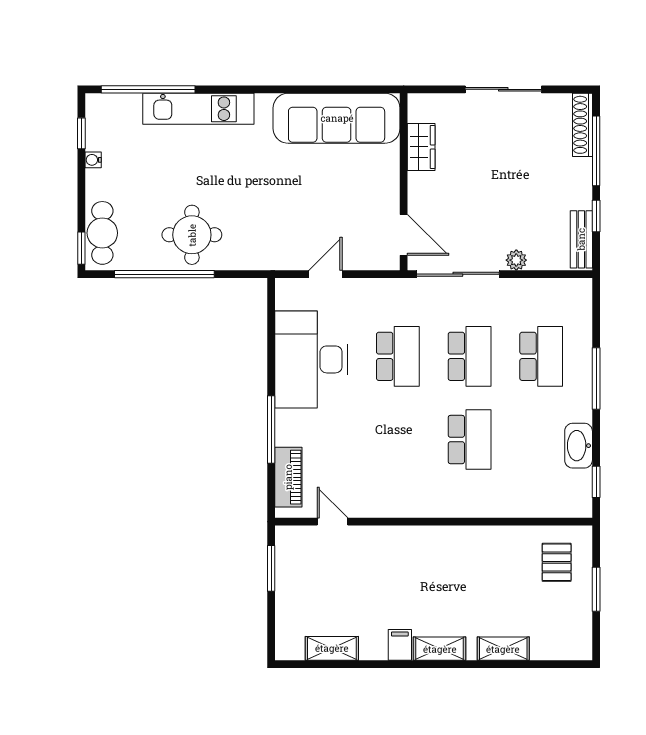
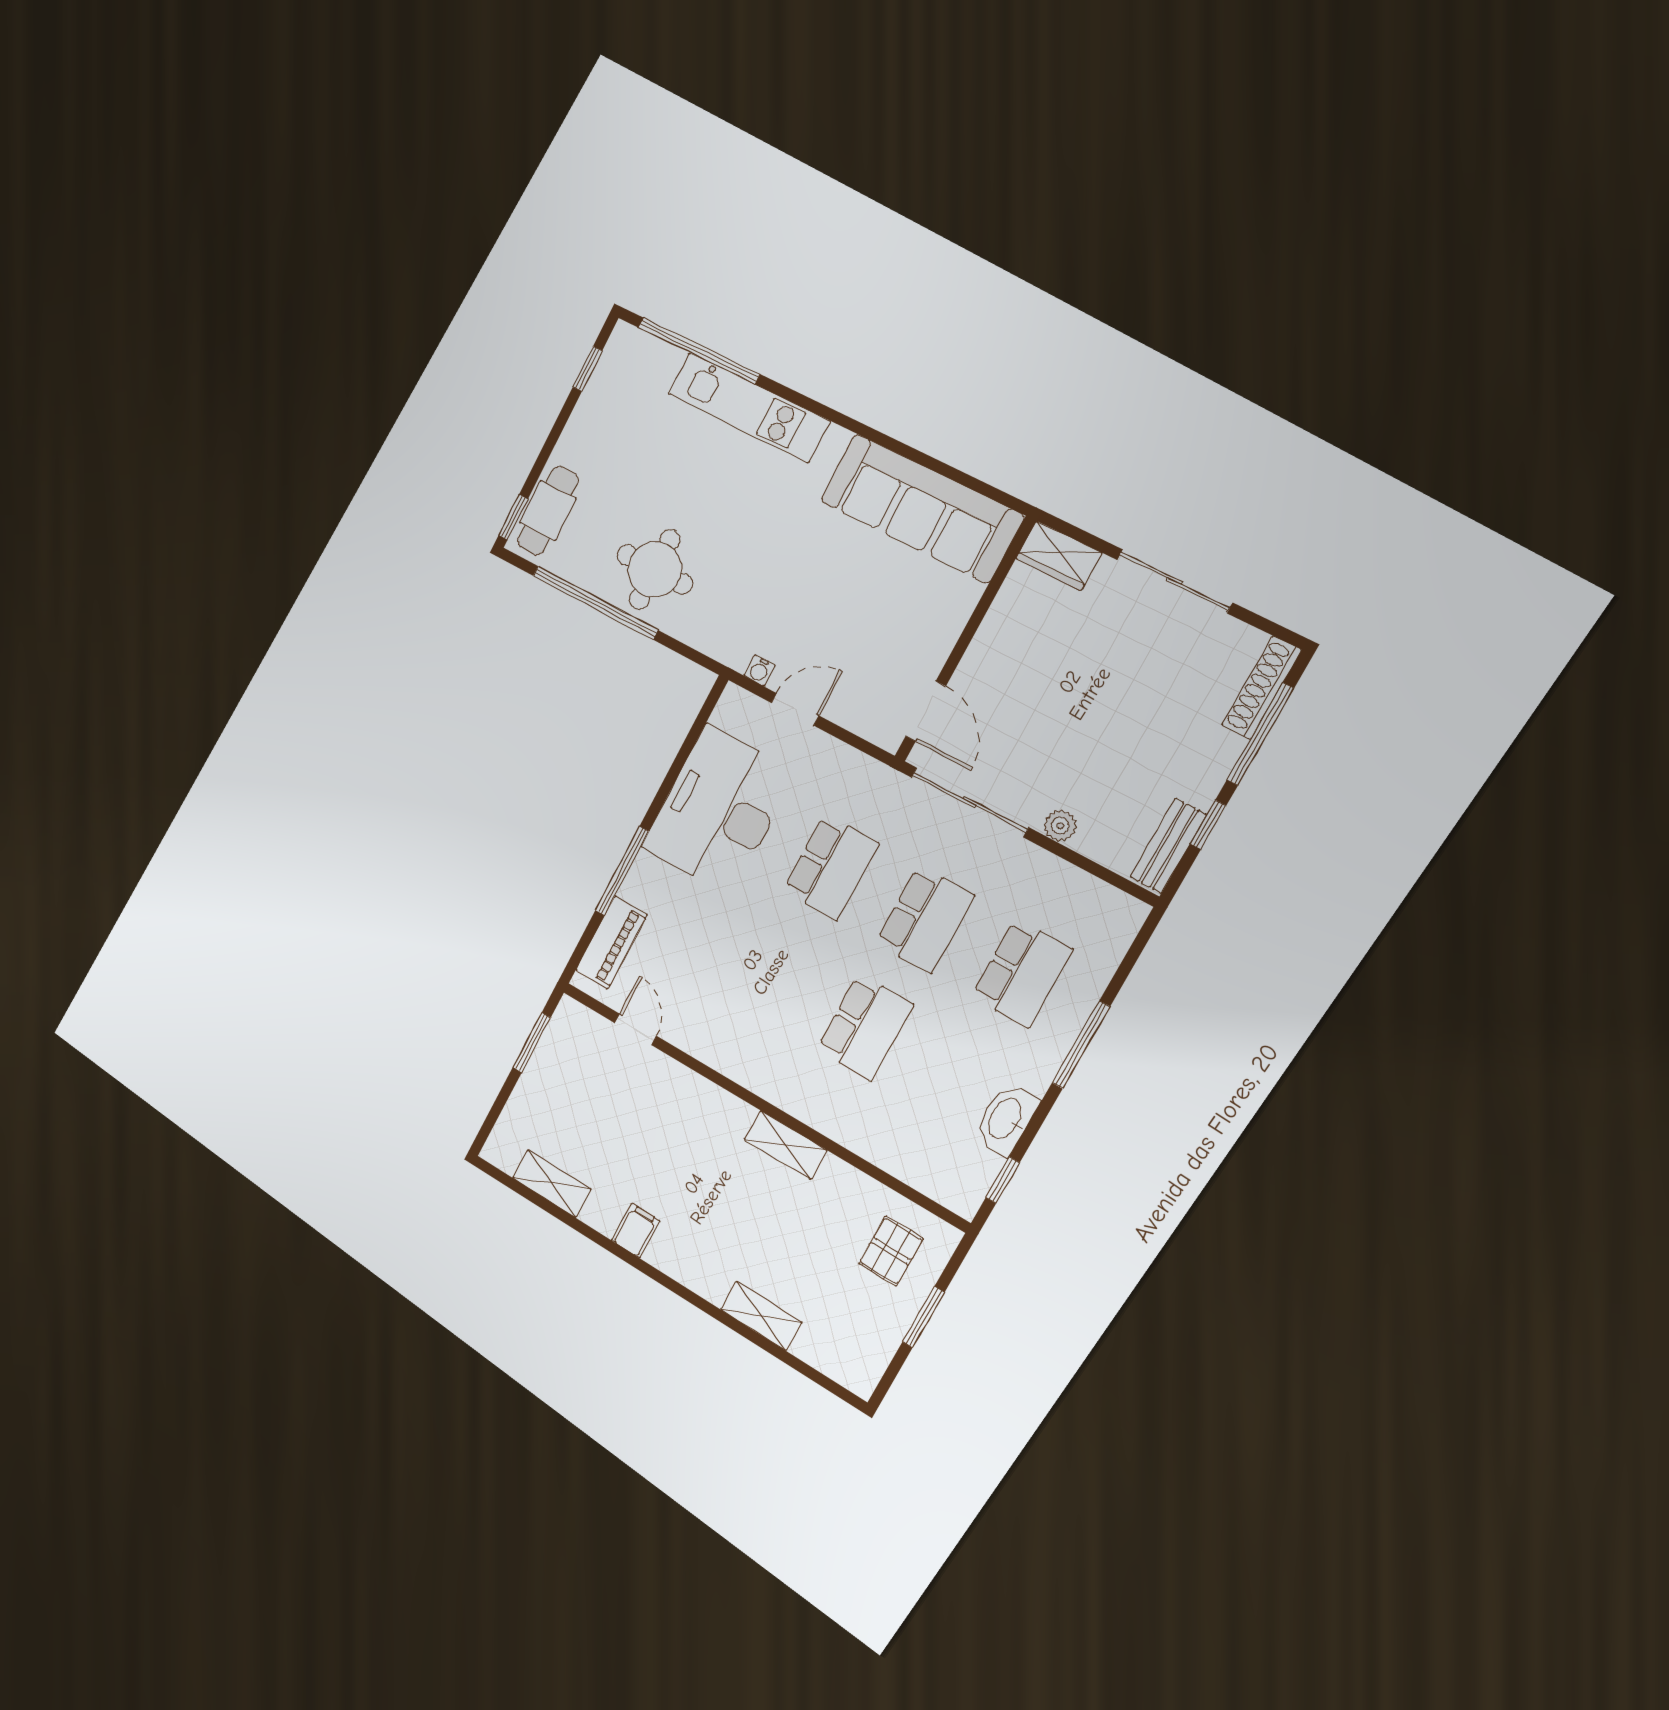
wardrobe: (421, 147) -> (1059, 556), moved, turned 90
water cooler: (93, 160) -> (760, 670), moved, turned -90
shelving: (440, 649) -> (785, 1145), moved

